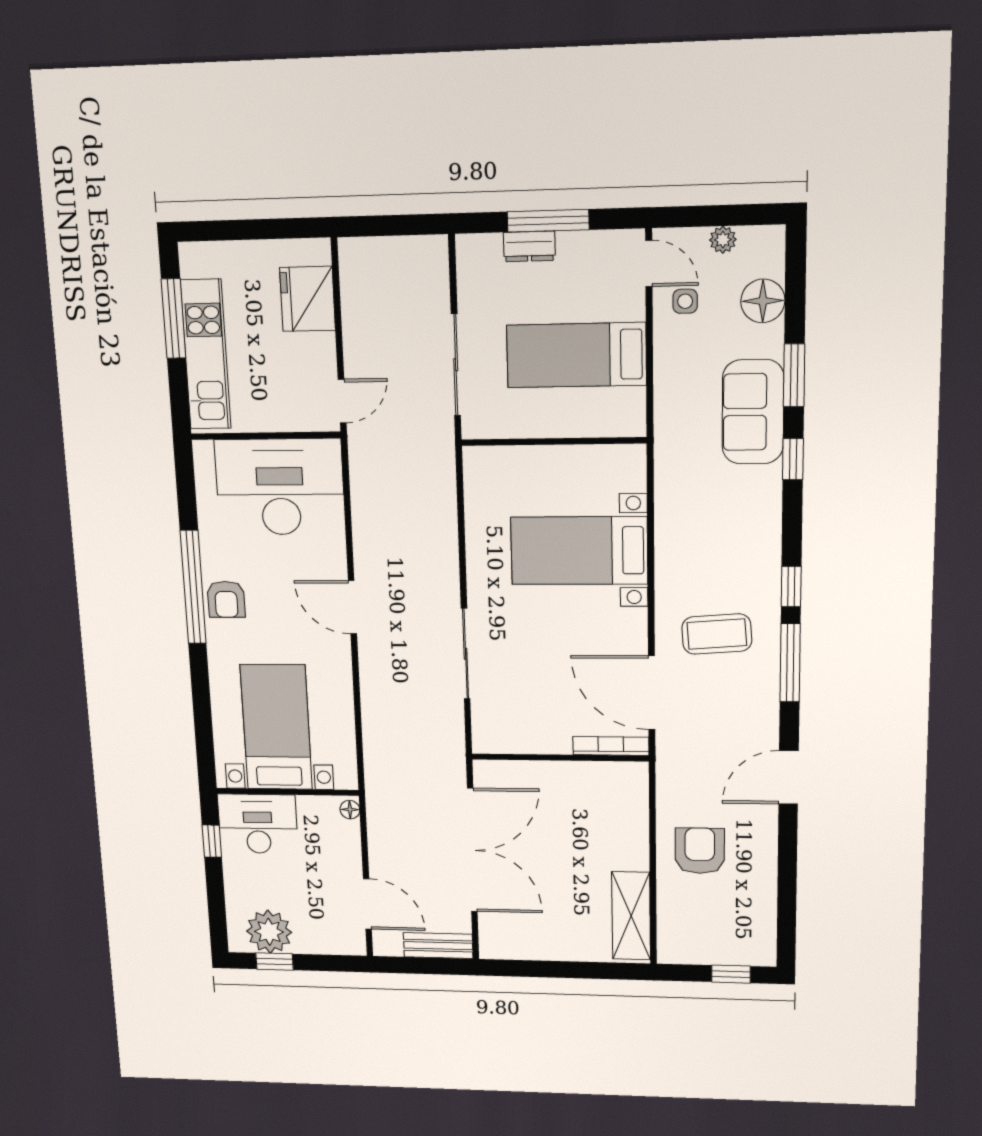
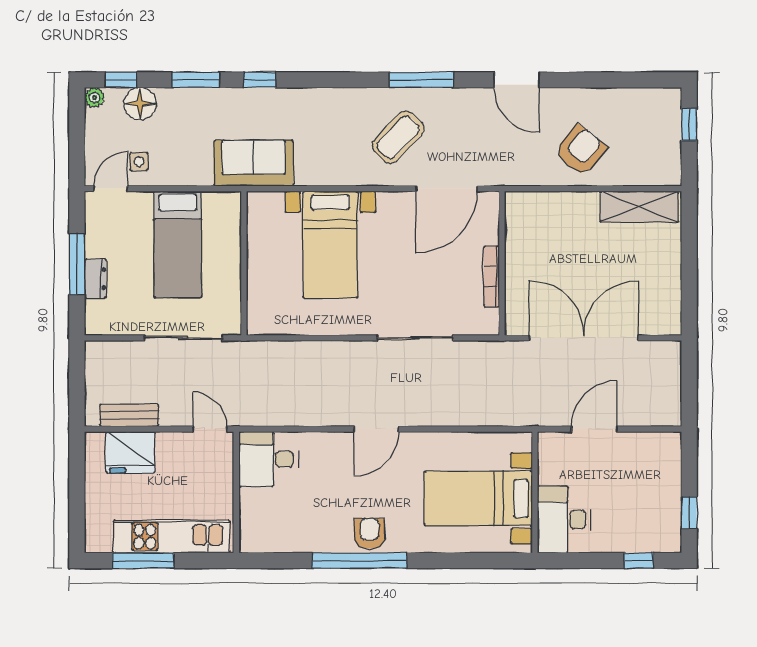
plant: (723, 240) -> (94, 97), moved
sofa: (753, 412) -> (254, 163), moved, turned 180
desk: (280, 487) -> (269, 459), width x0.53, depth x0.77
window: (791, 587) -> (121, 80), moved
armchair: (226, 599) -> (370, 534), turned -90
coffee table: (717, 634) -> (398, 137), turned 48
bookcase: (611, 746) -> (492, 276), moved
floor lamp: (350, 810) -> (550, 440), removed
window: (212, 841) -> (639, 561), moved
armchair: (700, 851) -> (581, 150), turned 129
door: (367, 904) -> (594, 429), moved
plant: (269, 932) -> (662, 516), removed
bench: (438, 946) -> (129, 415), moved, turned 90

